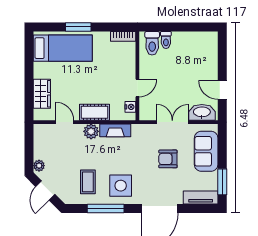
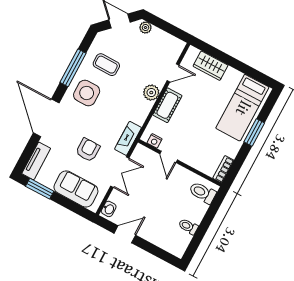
toilet: (166, 40) -> (188, 226), moved
washbasin: (202, 112) -> (109, 209), width x0.52, depth x0.69
fireplace: (115, 130) -> (128, 138), moved

